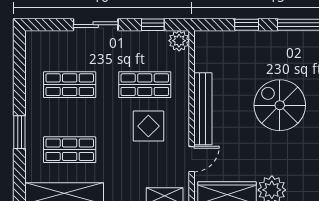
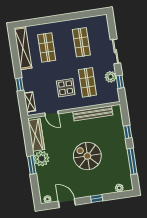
plant: (179, 41) -> (111, 77), moved
spiral stairs: (280, 105) -> (87, 156), turned -90
bench: (203, 109) -> (93, 113), moved
window: (19, 132) -> (52, 19), removed

